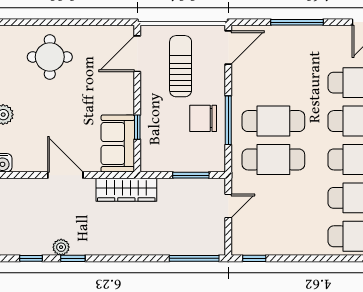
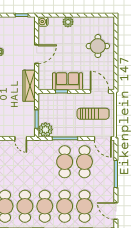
chair: (203, 118) -> (66, 125), removed
sofa: (118, 144) -> (67, 81), moved
plant: (211, 158) -> (45, 130), added
cafe table: (273, 159) -> (85, 162), moved

